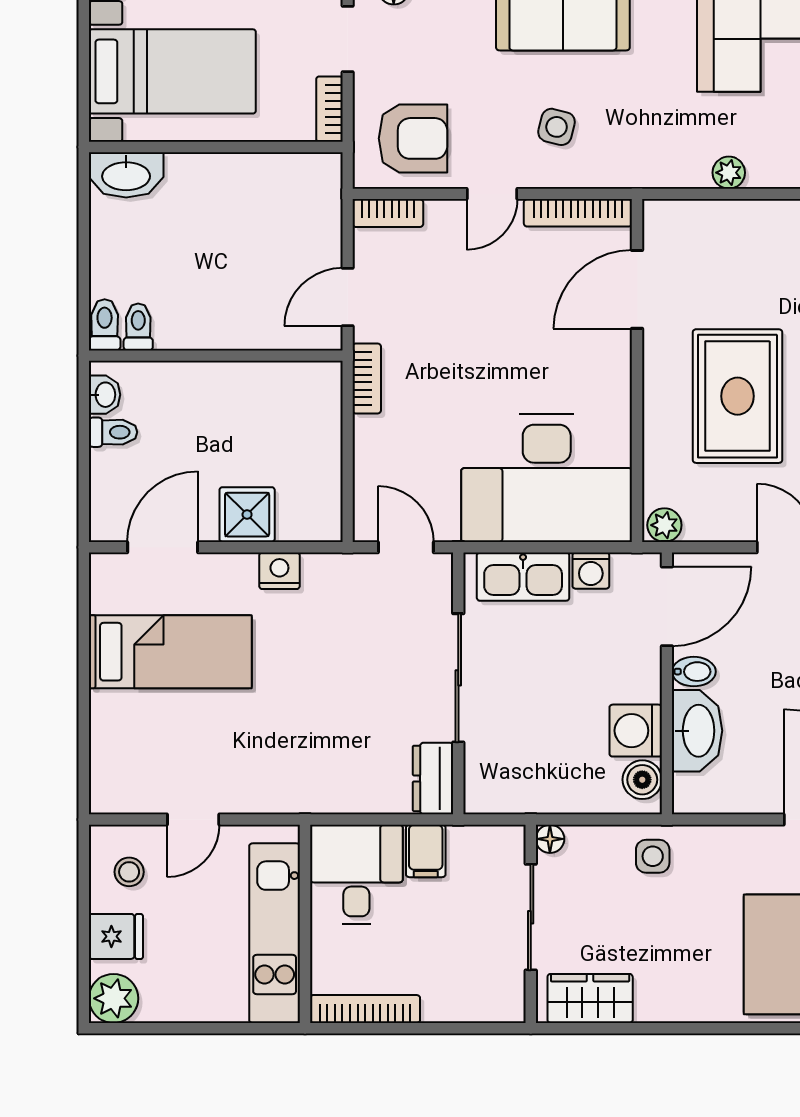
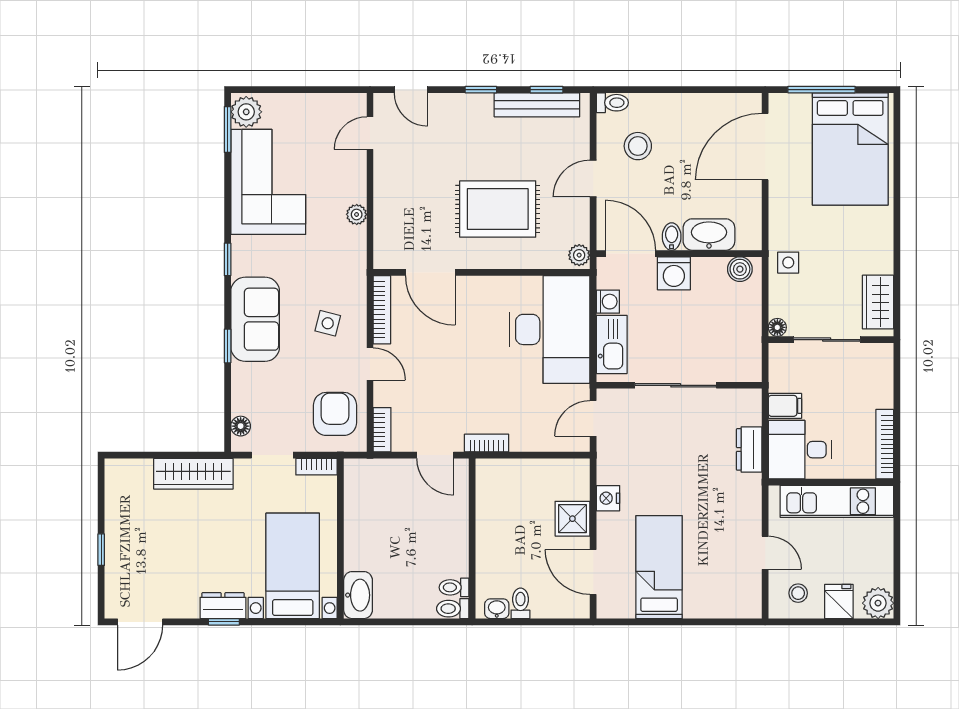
washing machine: (636, 731) -> (674, 273), moved
dresser: (433, 778) -> (749, 449), moved, turned 90

